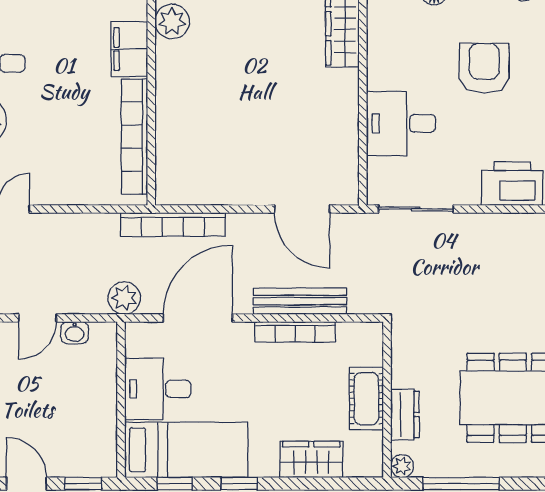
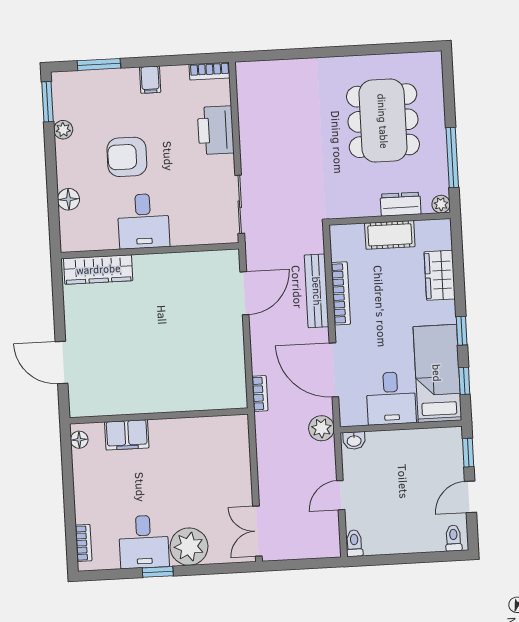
plant: (172, 21) -> (103, 403), removed
desk: (401, 123) -> (143, 221), moved
bookcase: (134, 137) -> (195, 427), removed
bookcase: (173, 225) -> (260, 394), width x0.43, depth x0.76
door: (37, 318) -> (341, 495), swing flipped
washbasin: (75, 333) -> (354, 441), moved, turned 90

